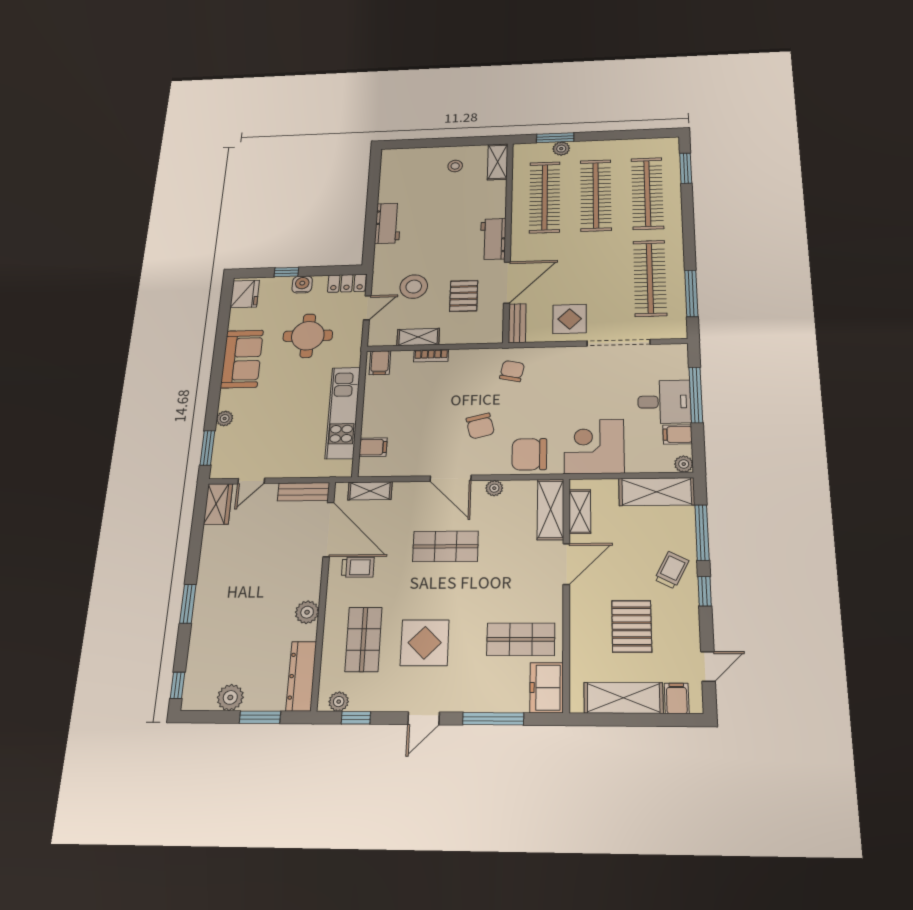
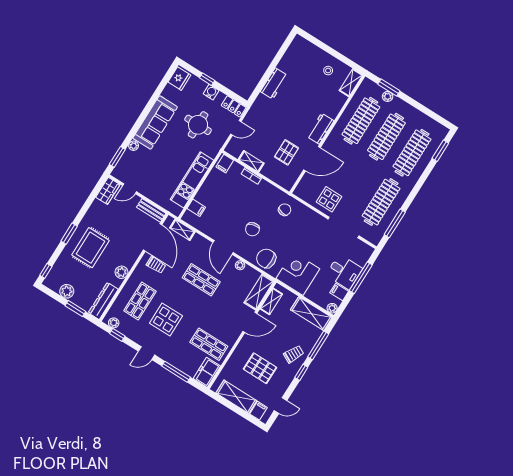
stool: (414, 287) -> (265, 131), removed
bench: (517, 323) -> (303, 185), removed
sofa: (242, 359) -> (155, 123), width x1.36
rug: (235, 604) -> (91, 248), added
pallet: (632, 626) -> (260, 368), turned 90

